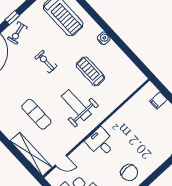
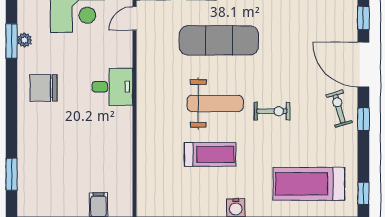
weight bench: (76, 105) -> (215, 103), moved
exercise mat: (36, 114) -> (219, 40), width x1.36, depth x1.45

